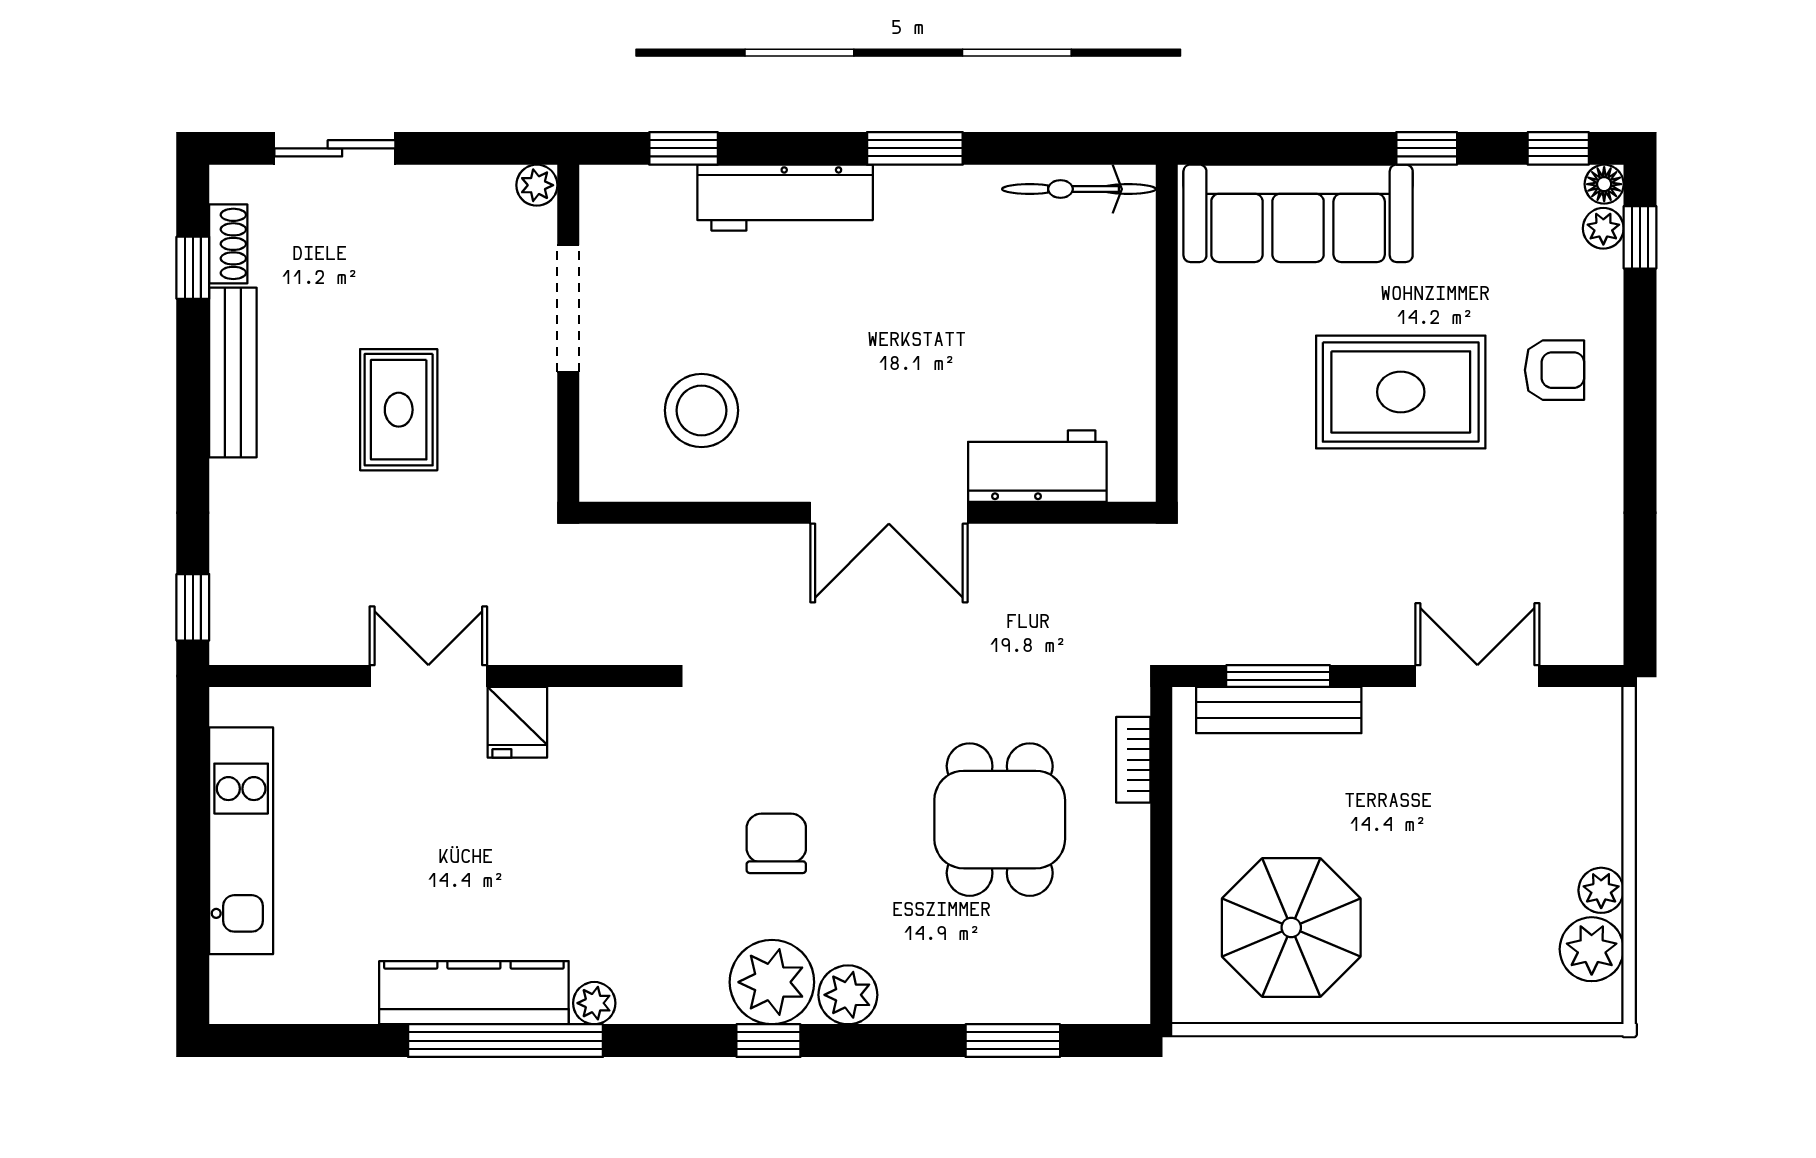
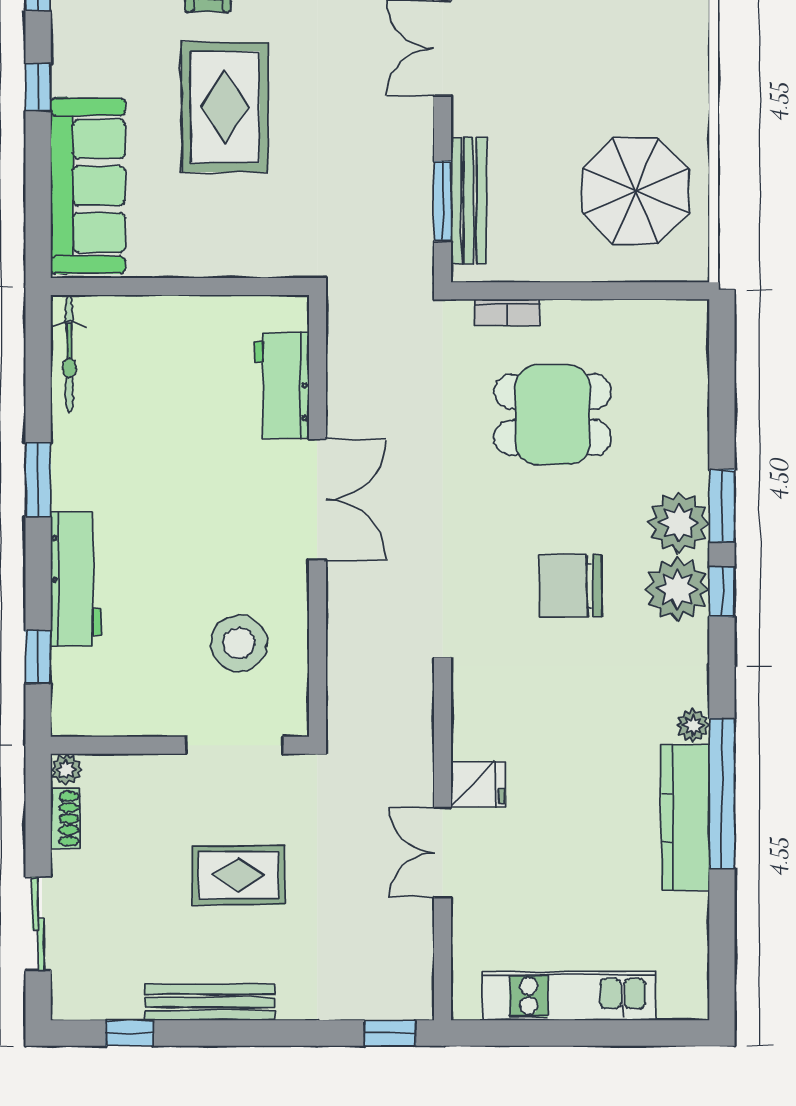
shoe rack: (228, 244) -> (65, 819), moved, turned 90
doorway: (568, 308) -> (235, 745), moved
chair: (776, 843) -> (571, 586), width x1.37, depth x1.37
plant: (848, 995) -> (679, 523), width x1.36, depth x1.36
window: (1013, 1041) -> (722, 506), moved

